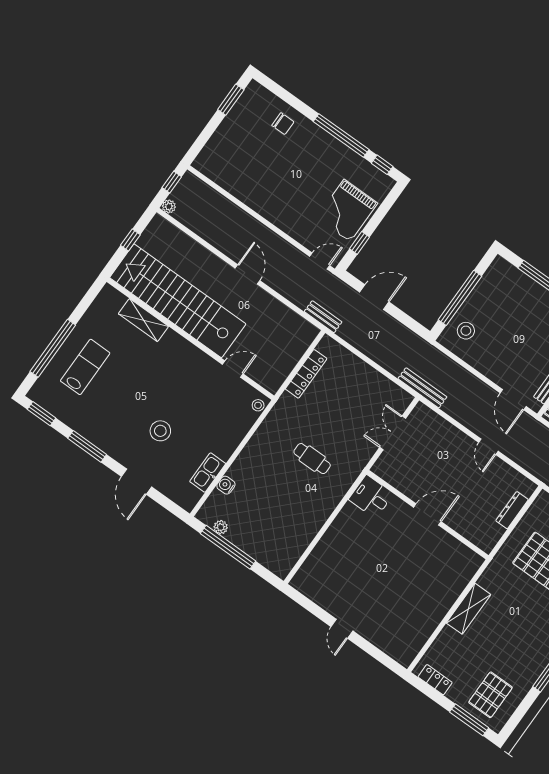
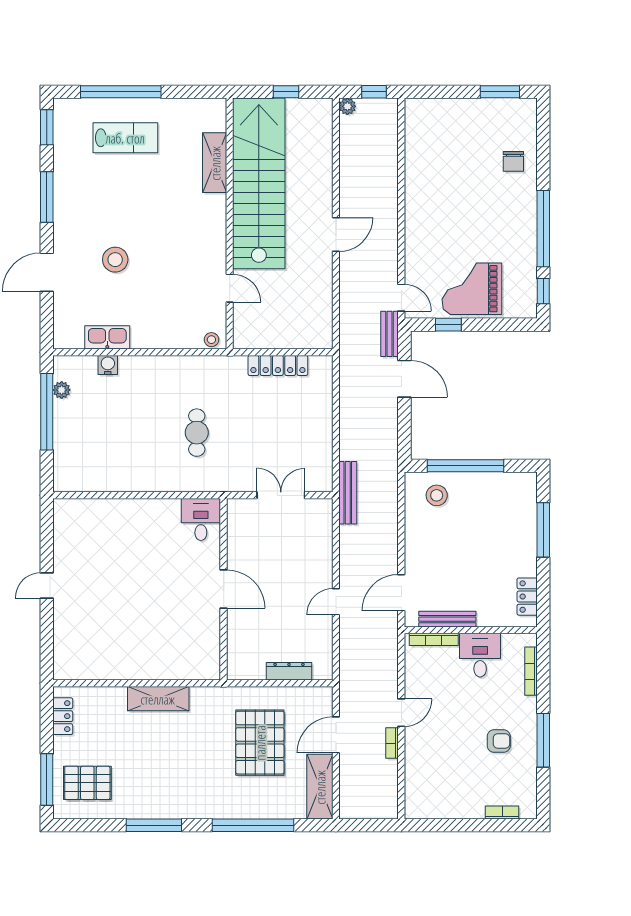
bench: (323, 317) -> (390, 334), moved

